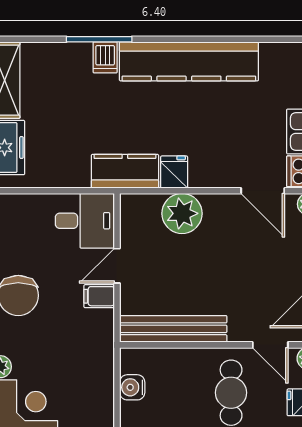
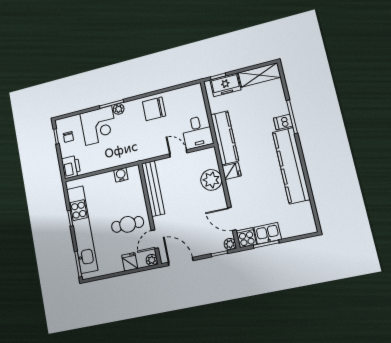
kitchen counter: (125, 171) -> (225, 138), width x1.50
door: (263, 191) -> (232, 219), hinge flipped
filing cabinet: (99, 296) -> (162, 148), removed

